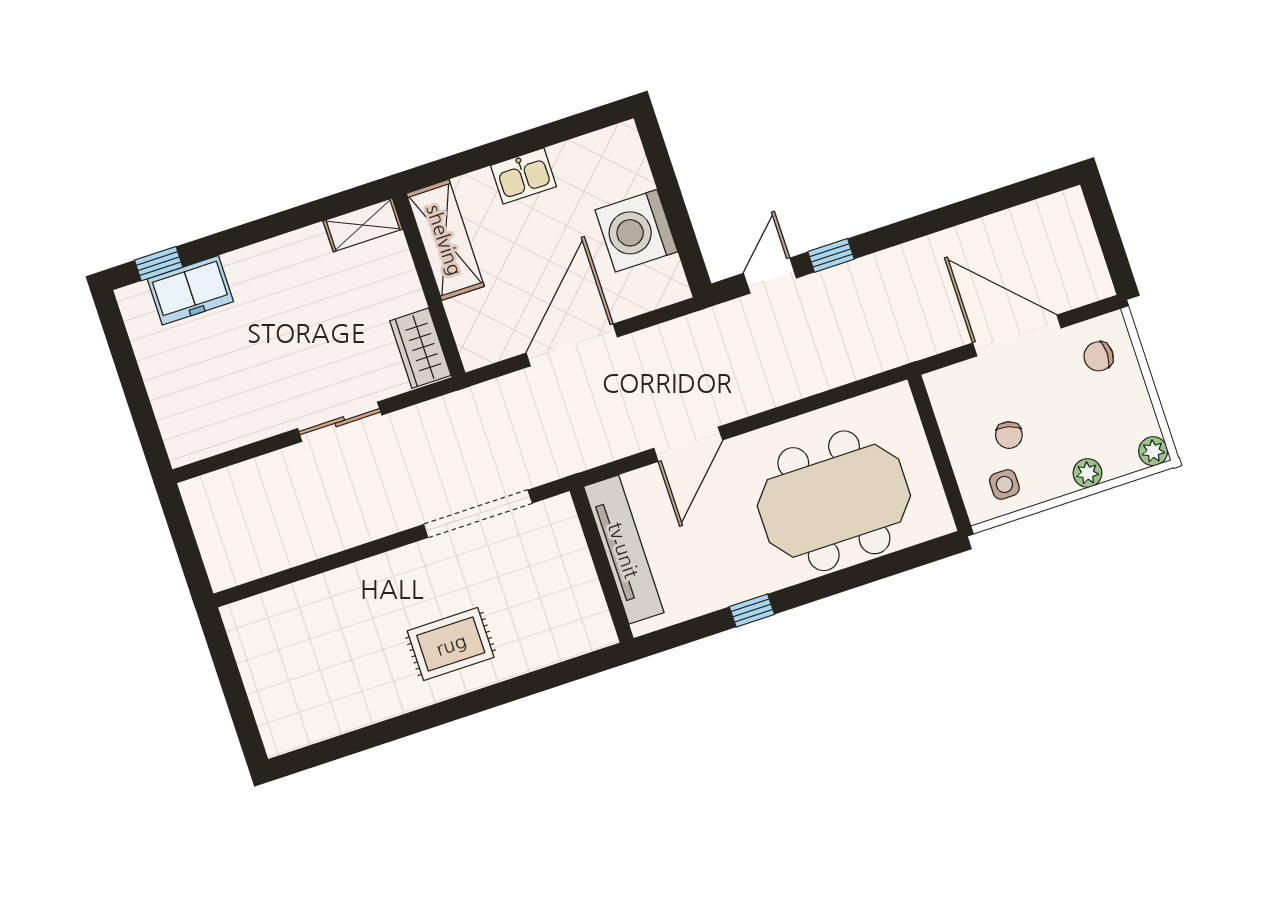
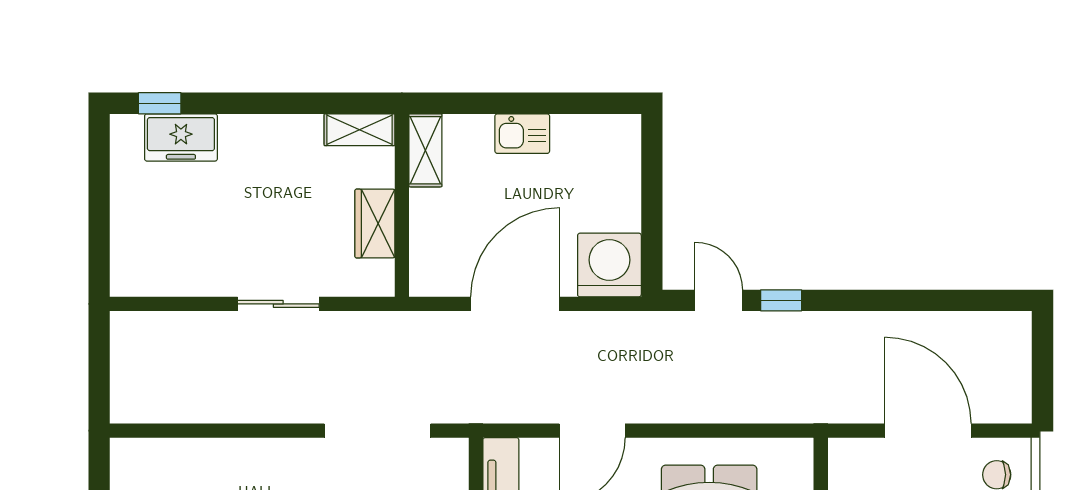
washing machine: (636, 231) -> (609, 265), moved, turned 90
shelving: (445, 240) -> (425, 150), width x0.67, depth x0.75
door: (770, 276) -> (719, 300), hinge flipped
wardrobe: (420, 348) -> (375, 224), moved

